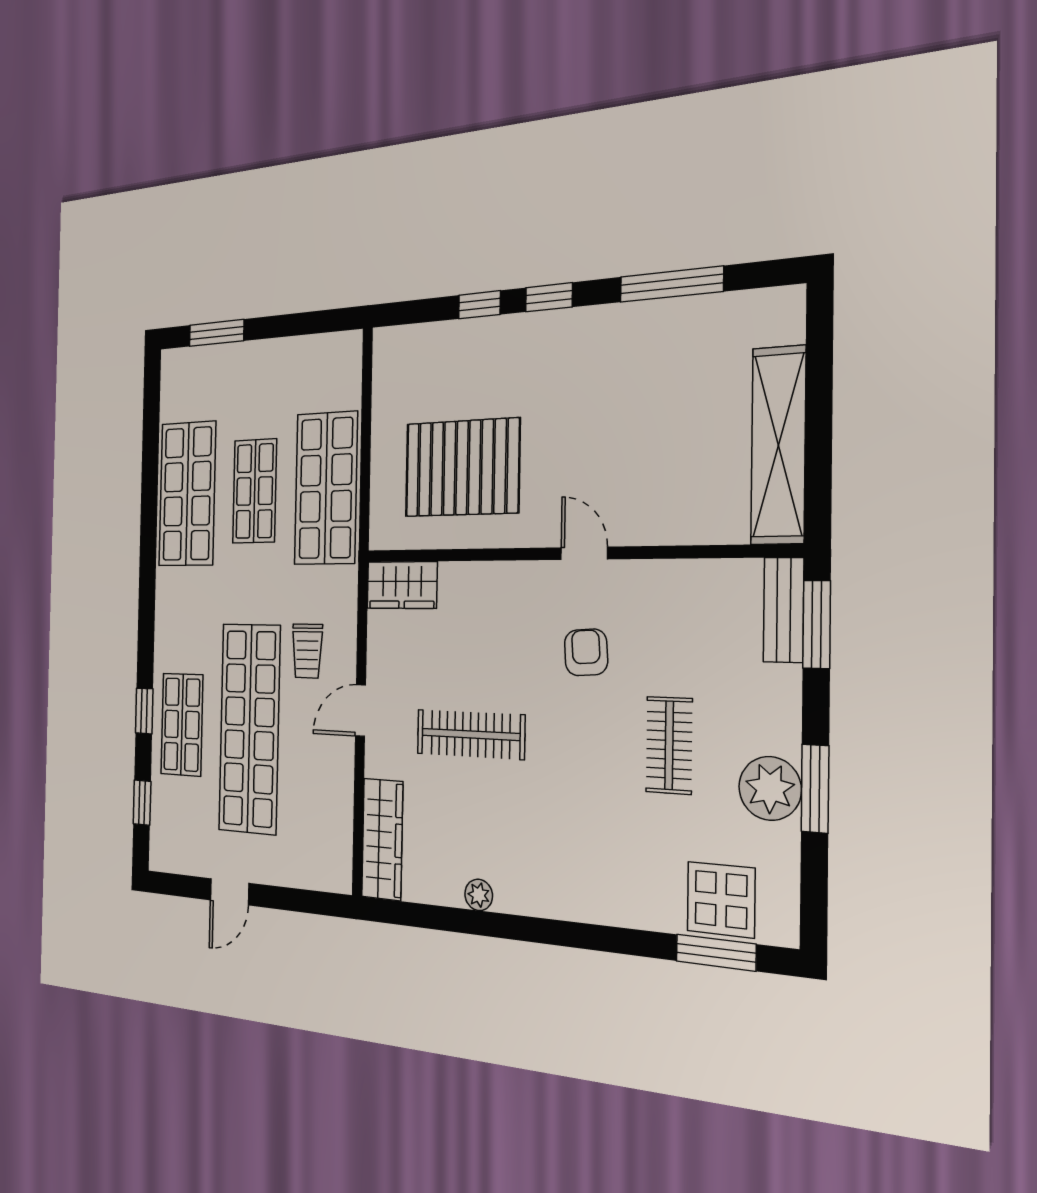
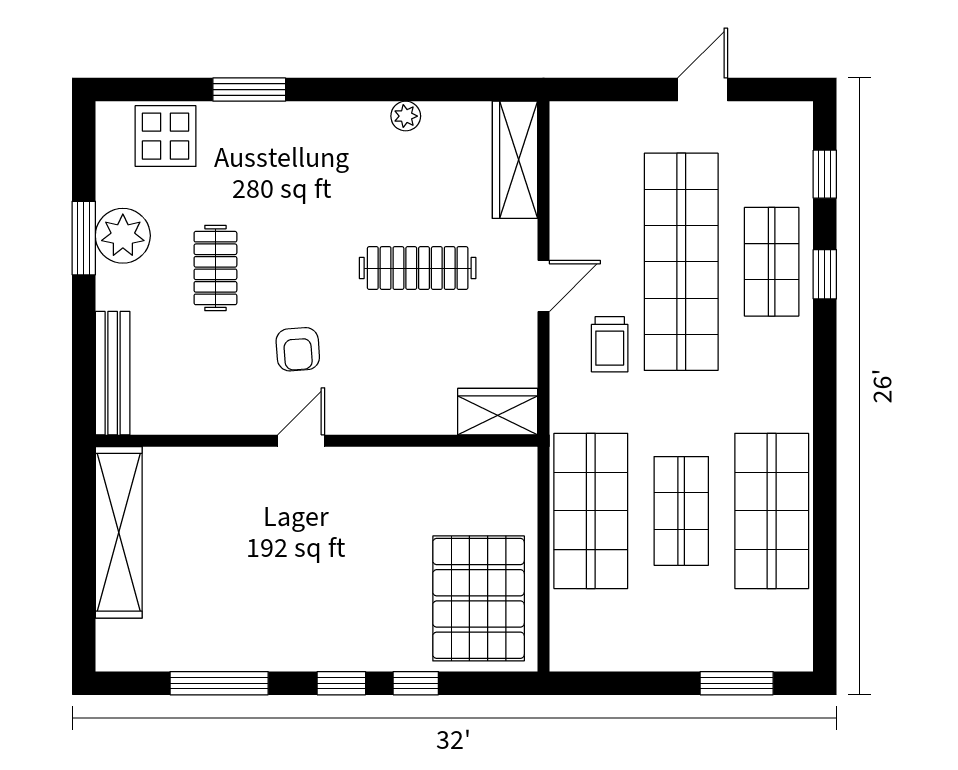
pallet: (462, 468) -> (479, 598), moved, turned 90
door: (584, 553) -> (301, 441), swing flipped
bench: (783, 610) -> (113, 373), width x1.36
window: (817, 624) -> (84, 377), removed
trolley: (307, 651) -> (610, 344), turned 180
window: (716, 953) -> (249, 90), moved

